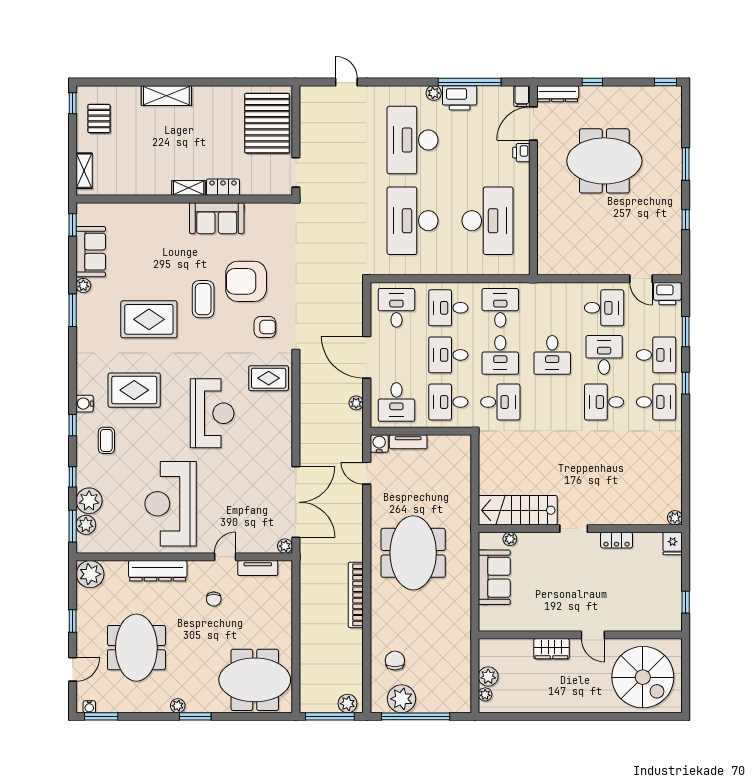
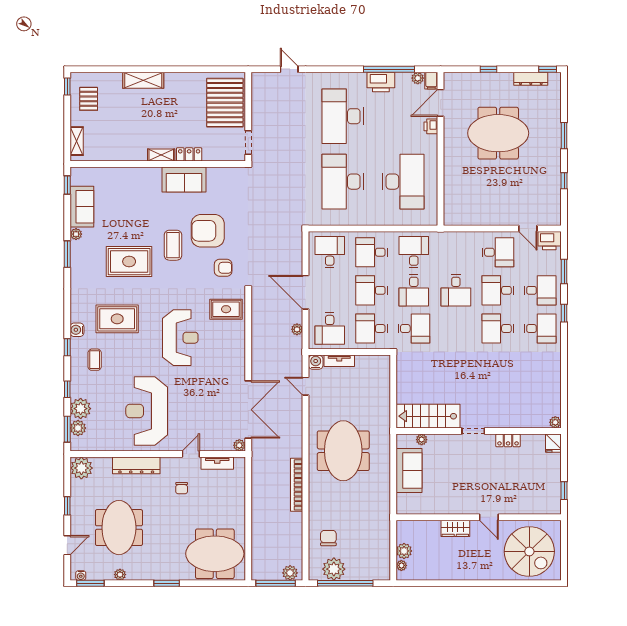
plant: (434, 93) -> (418, 78), moved
dresser: (558, 94) -> (531, 79), moved
desk: (604, 355) -> (498, 290), turned -90
plant: (178, 706) -> (120, 575), moved

